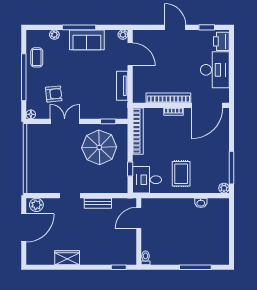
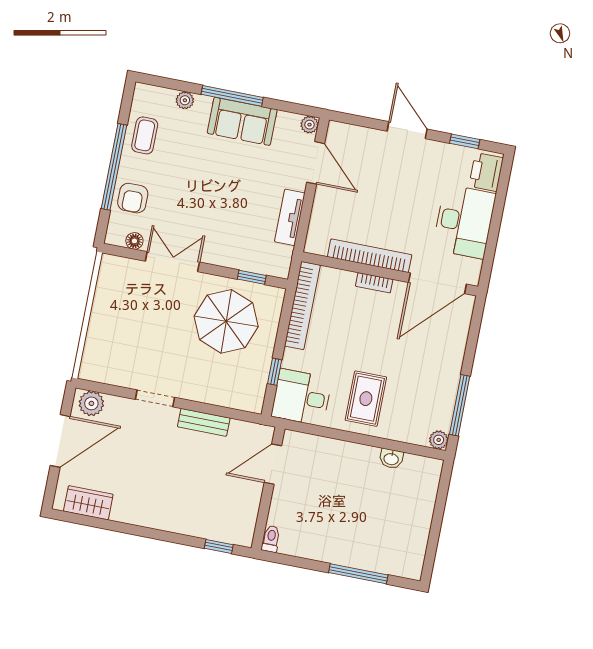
armchair: (54, 94) -> (133, 198), moved, turned 96
floor lamp: (31, 114) -> (134, 241), moved
wardrobe: (67, 258) -> (88, 503), moved

